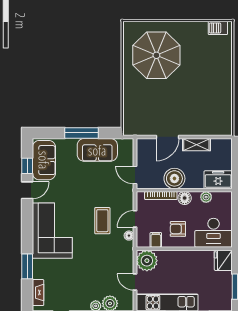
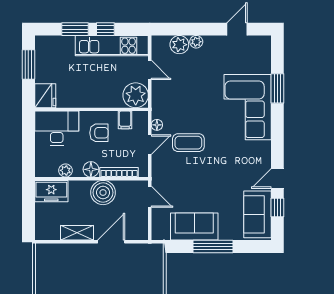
coffee table: (102, 221) -> (188, 143), turned 90
corner sofa: (52, 231) -> (248, 107), moved
fireplace: (38, 293) -> (264, 57), removed

